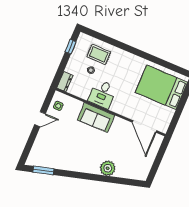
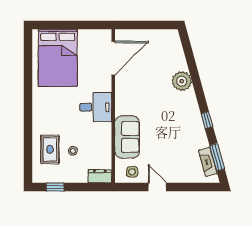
desk: (102, 94) -> (96, 107), moved
sofa: (96, 118) -> (127, 137), moved
fireplace: (43, 163) -> (208, 162), added
window: (72, 174) -> (207, 120), added

